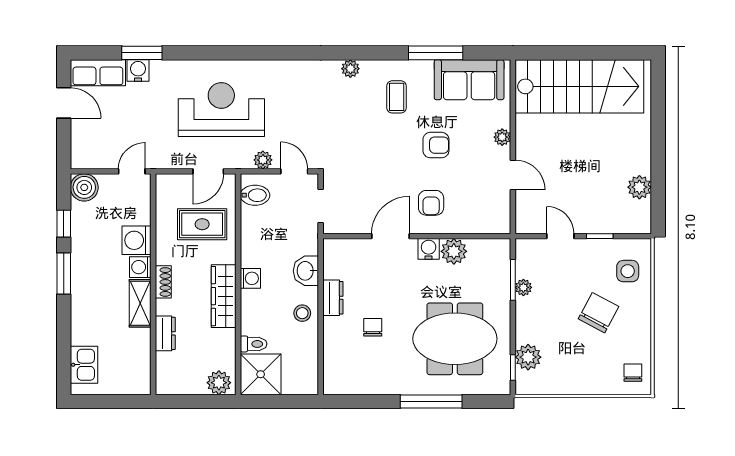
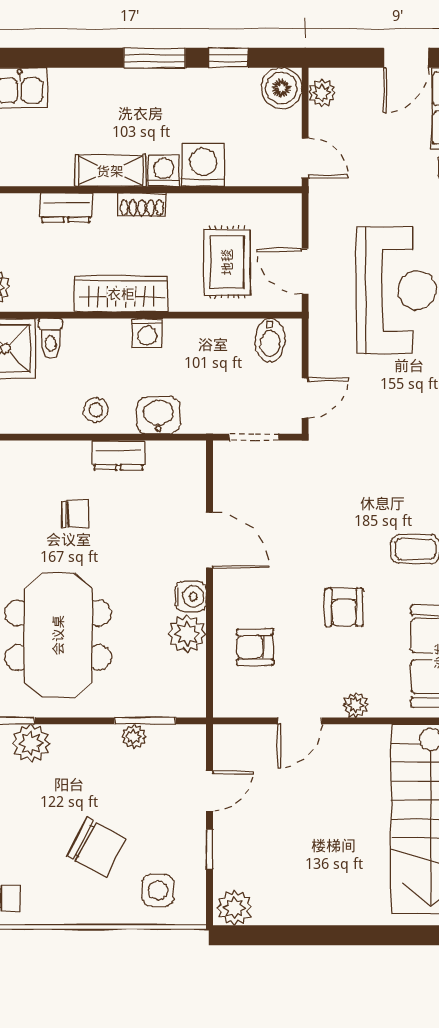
plant: (263, 160) -> (322, 93), moved
plant: (639, 187) -> (234, 908), moved
armchair: (431, 203) -> (255, 647), moved

